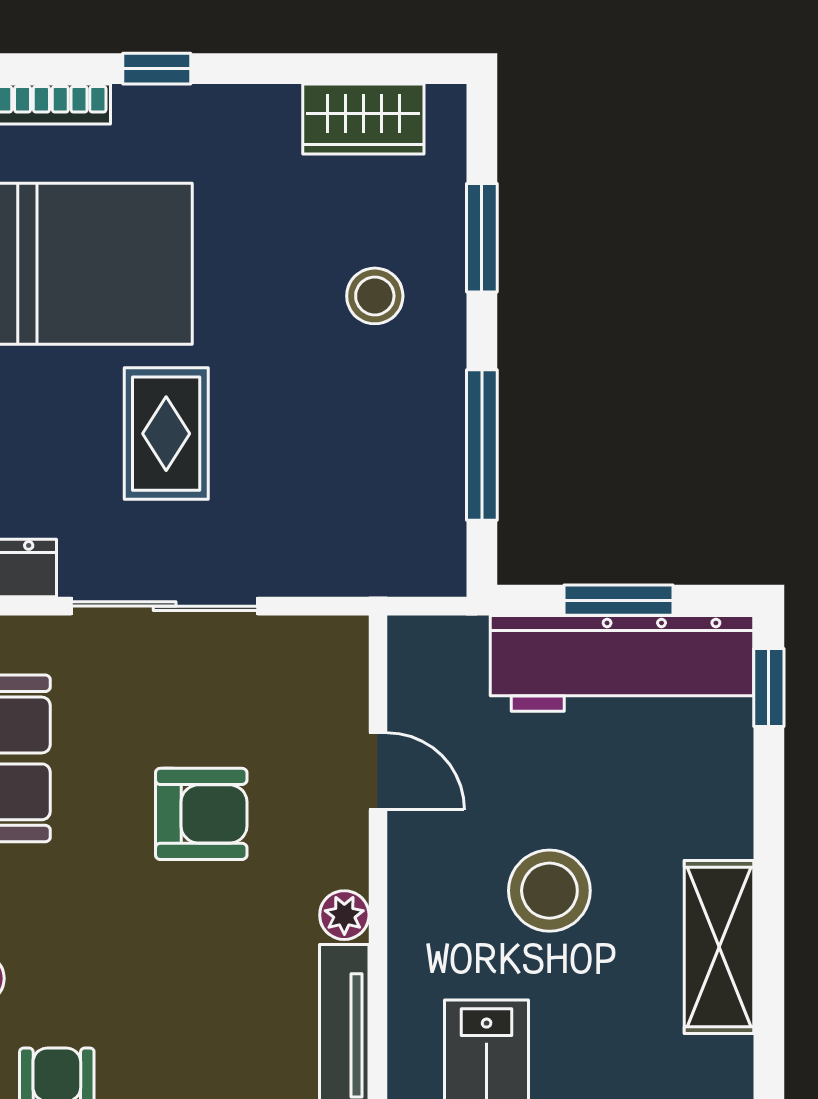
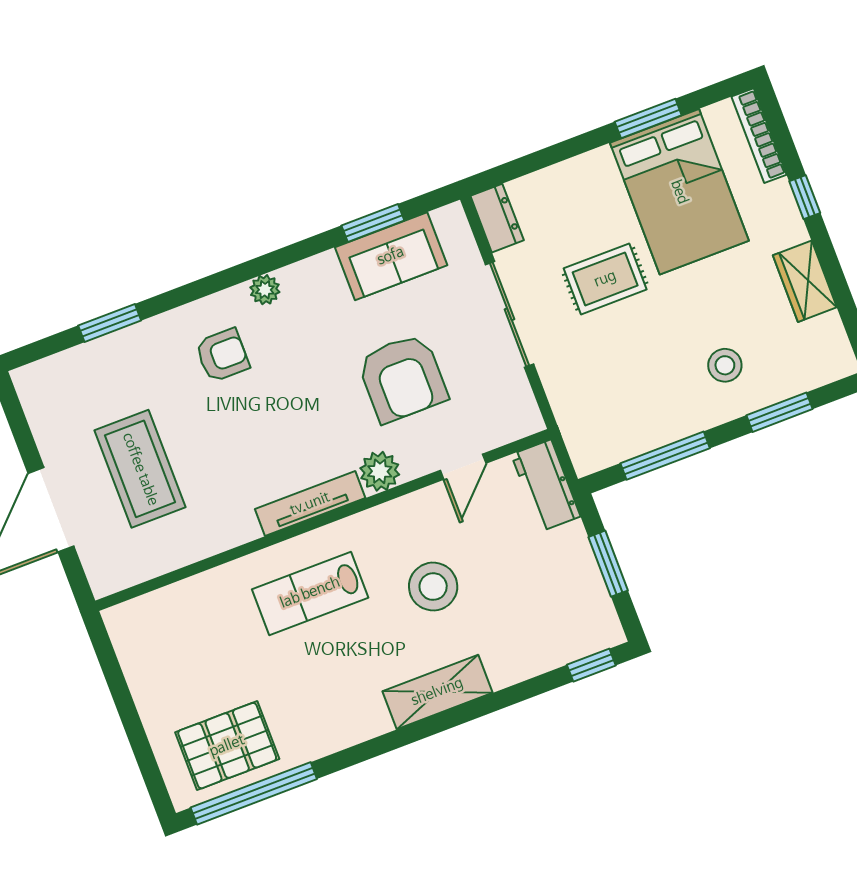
wardrobe: (363, 119) -> (805, 281), moved
workbench: (622, 663) -> (546, 486), moved, width x0.53, depth x0.76
armchair: (201, 814) -> (402, 378), width x1.36, depth x1.36
plant: (344, 915) -> (380, 471), width x1.38, depth x1.38

